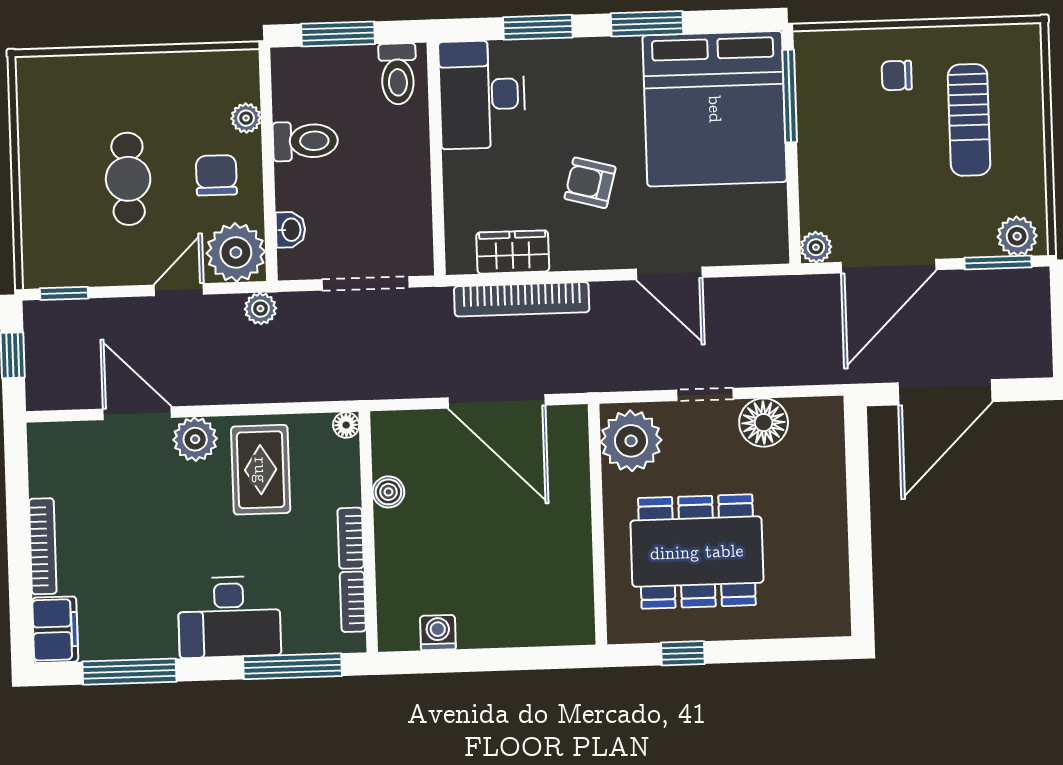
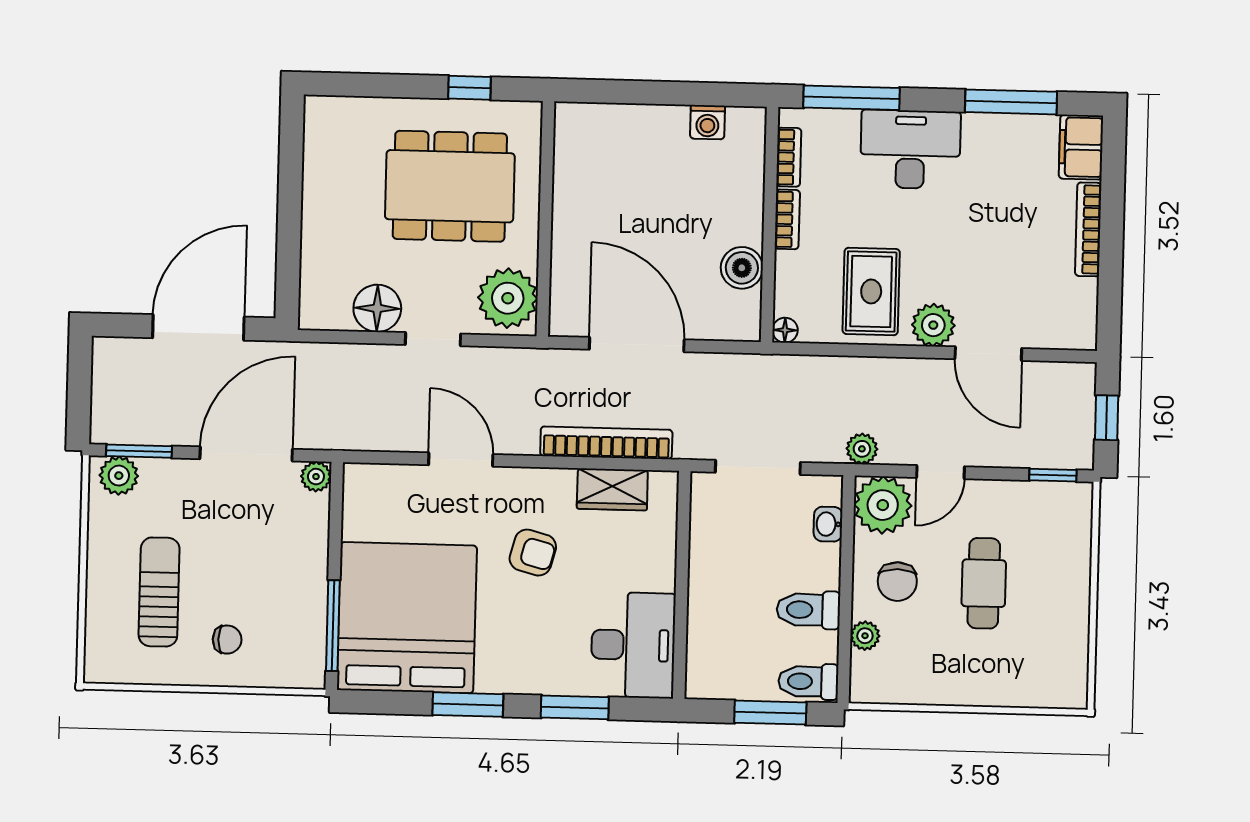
toilet: (398, 74) -> (808, 681), moved, turned -90
boiler: (388, 492) -> (742, 268), width x1.36, depth x1.36

